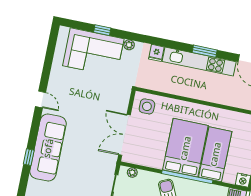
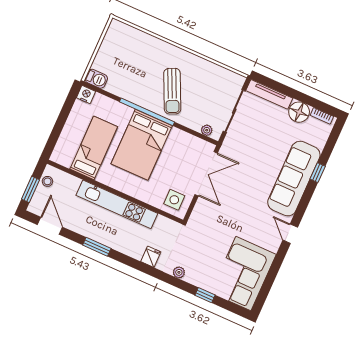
corner sofa: (93, 52) -> (243, 274), moved, turned -90
kitchen unit: (199, 62) -> (117, 204), moved, turned 180
bed: (215, 154) -> (94, 148), moved, turned 180

